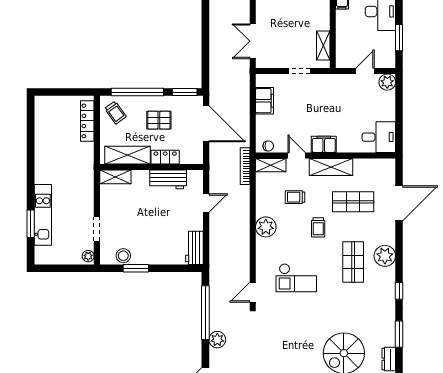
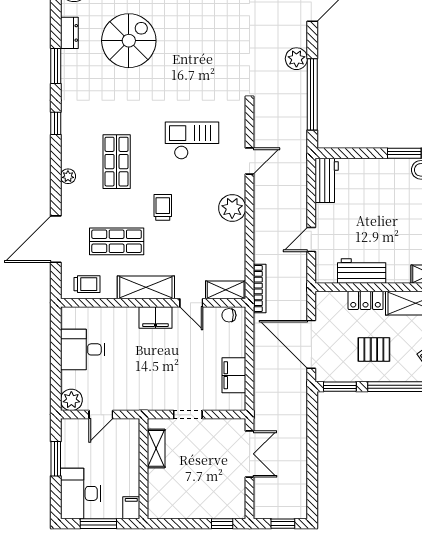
desk: (379, 137) -> (83, 349), moved
trolley: (295, 197) -> (87, 284), moved
plant: (385, 256) -> (68, 176), width x0.53, depth x0.53
door: (253, 292) -> (250, 161), moved

